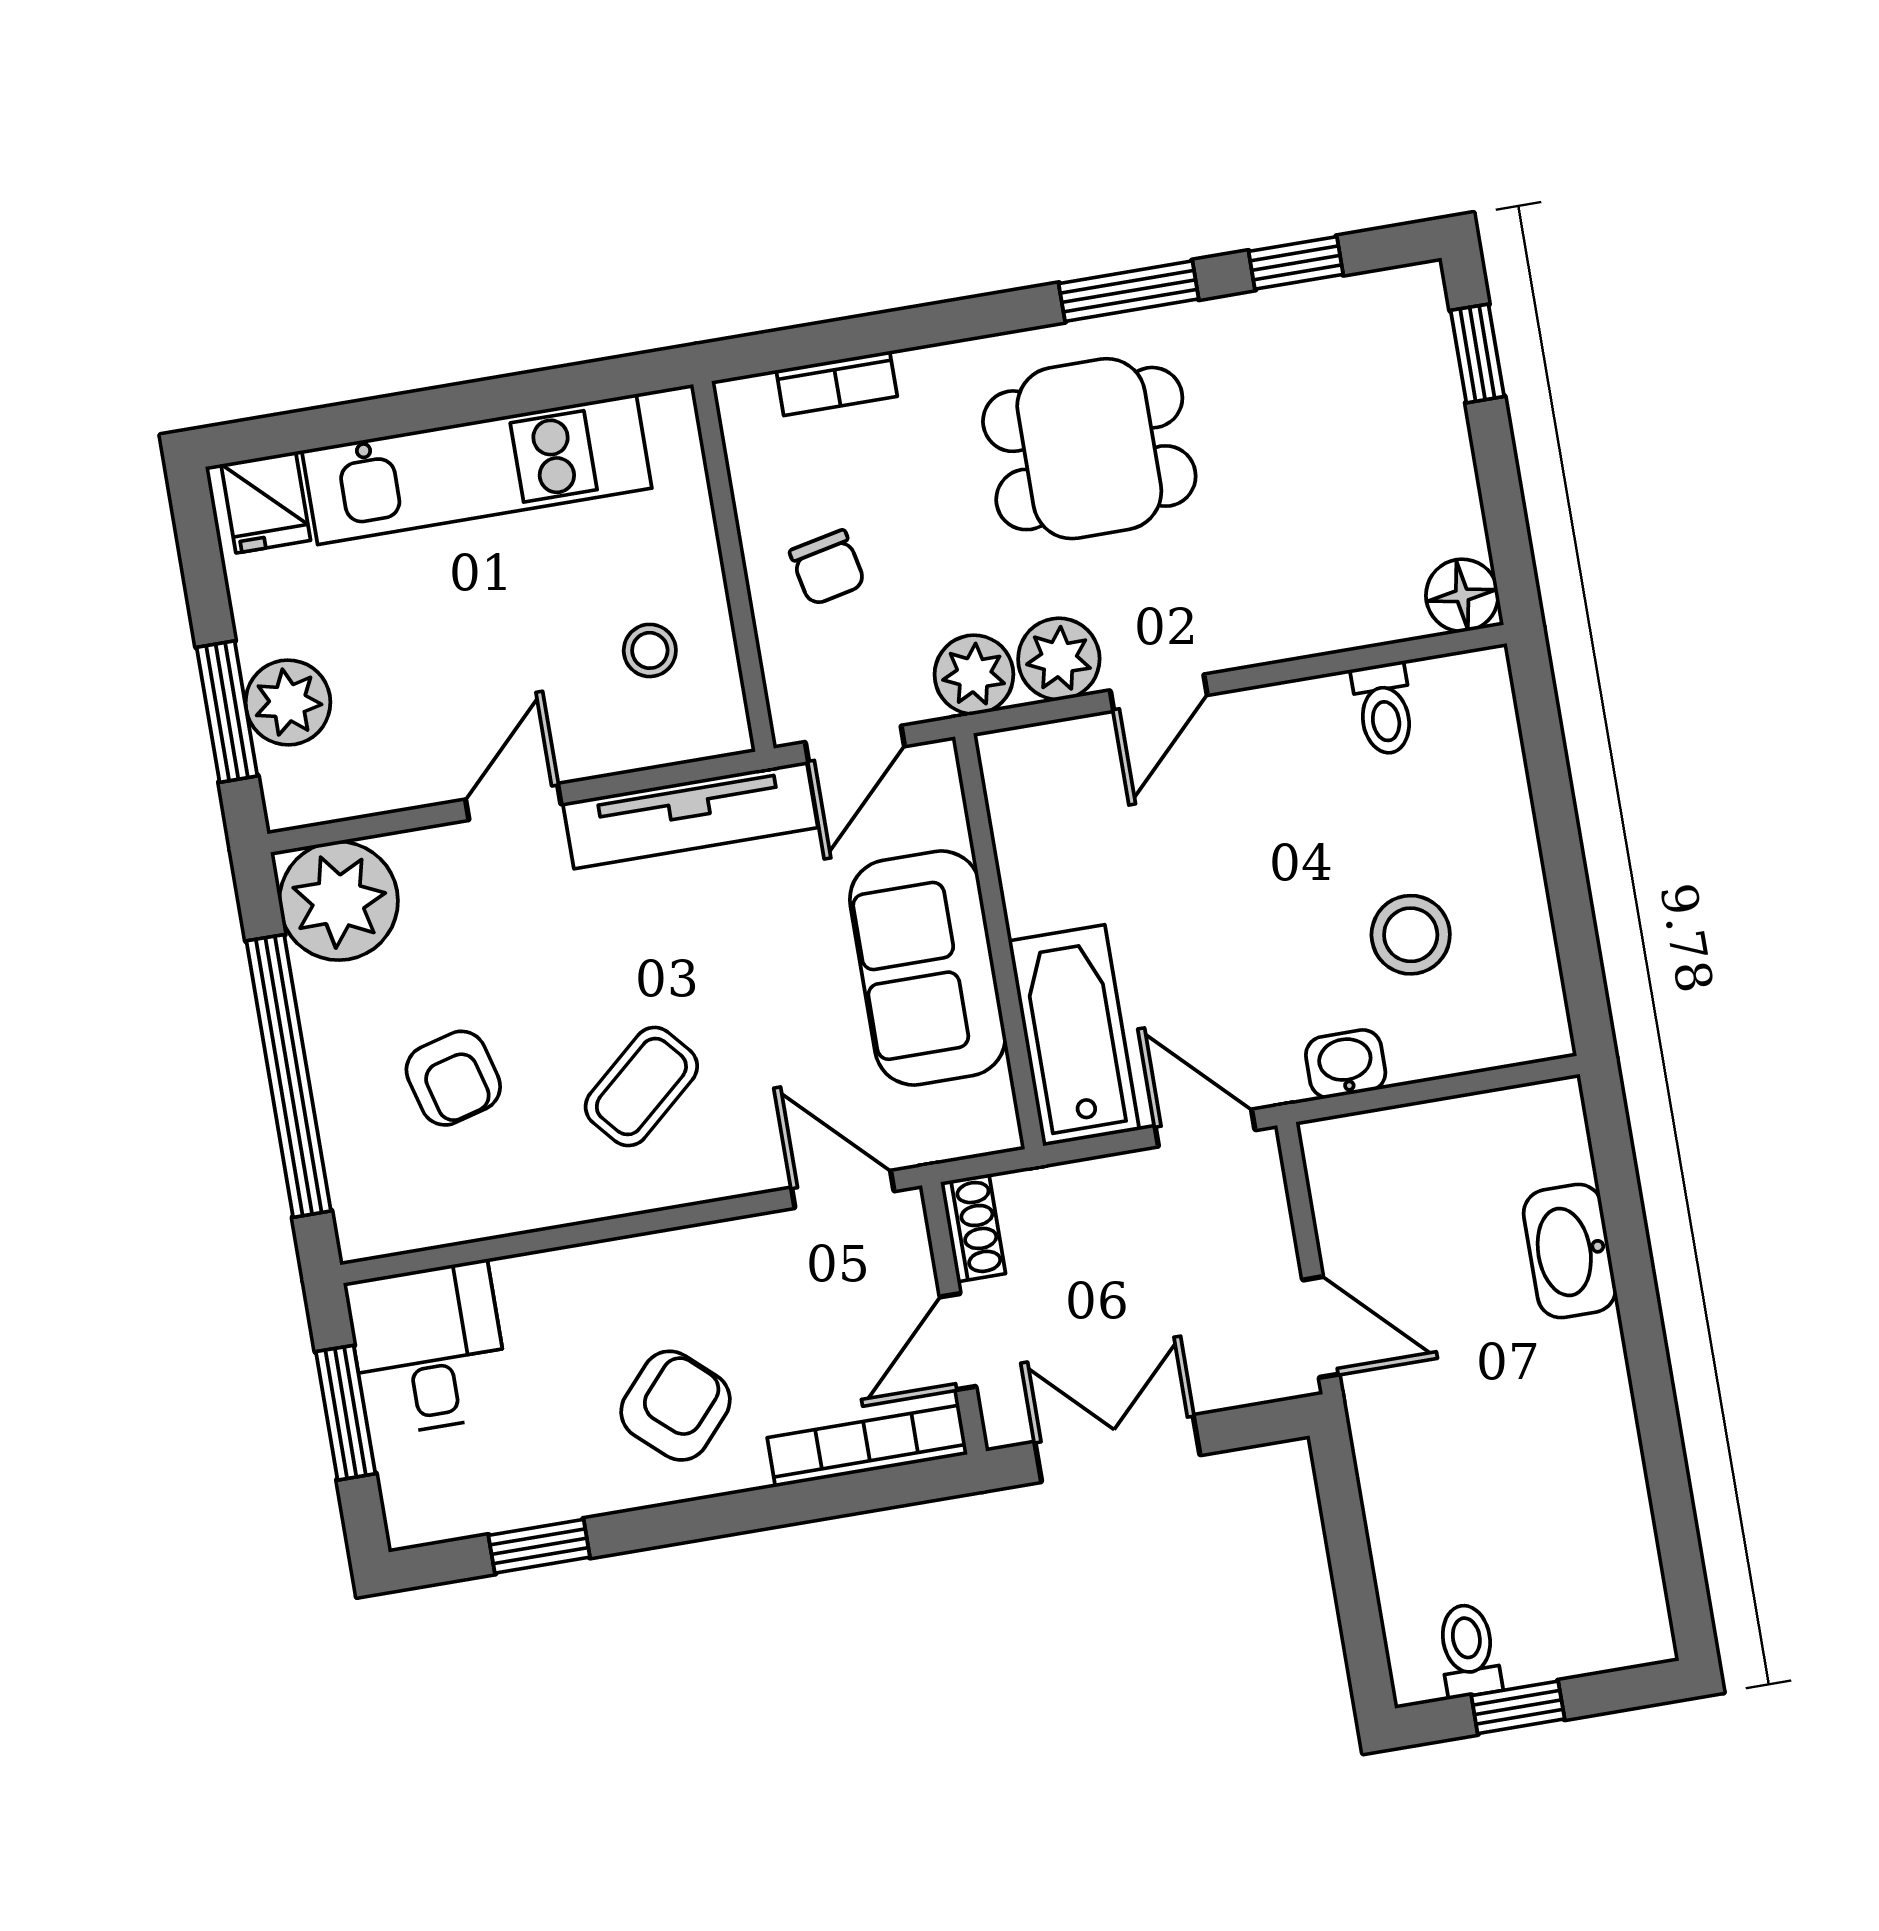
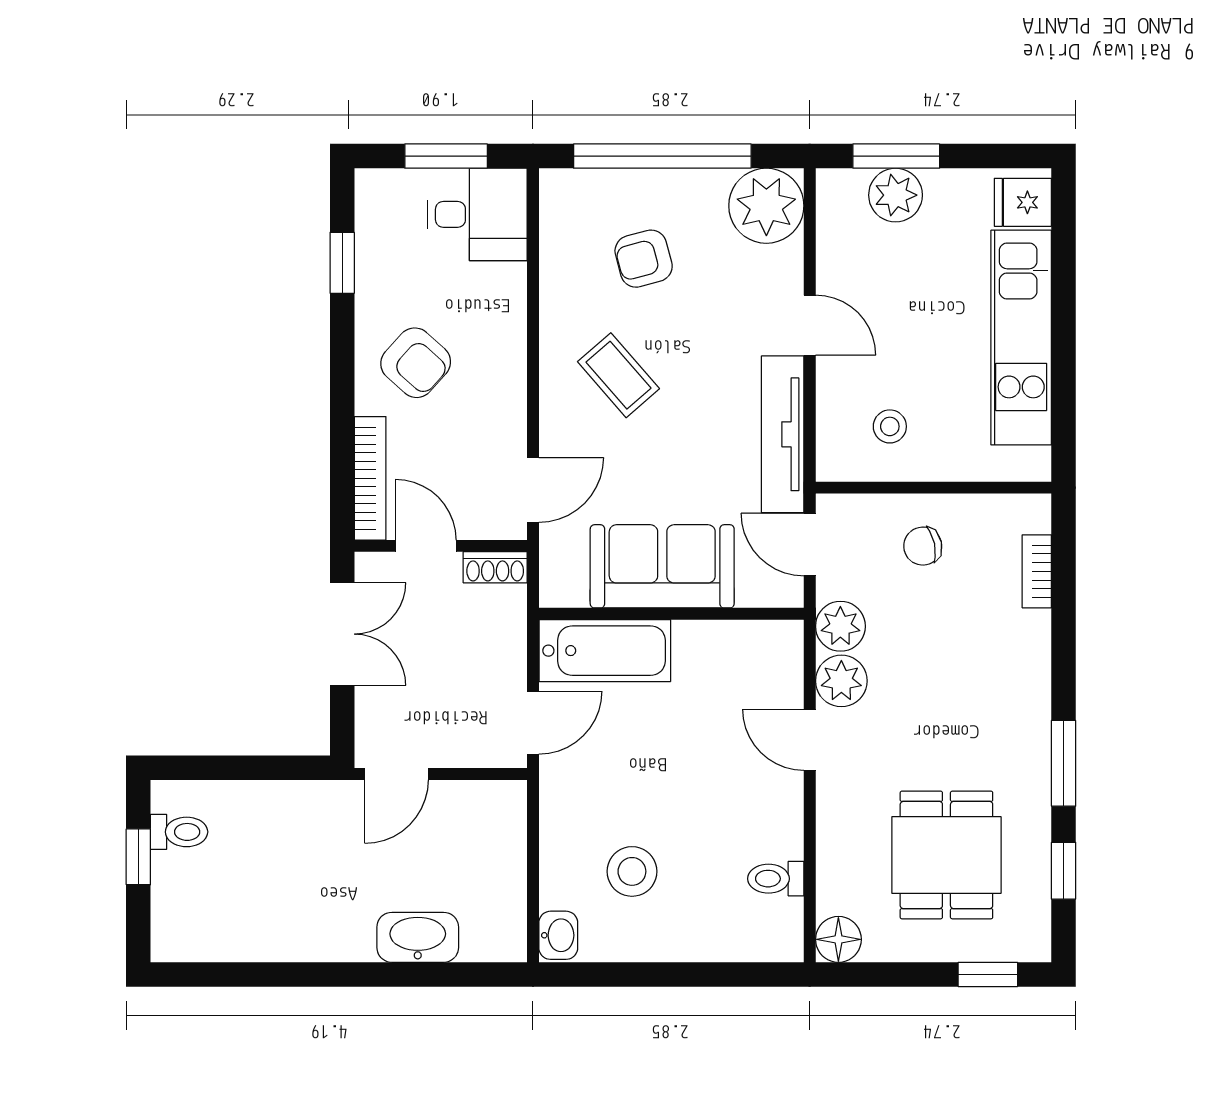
dining table: (1089, 449) -> (946, 855), moved
washbasin: (1346, 1064) -> (558, 935), moved

